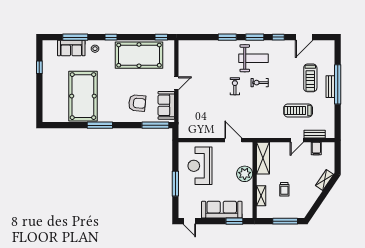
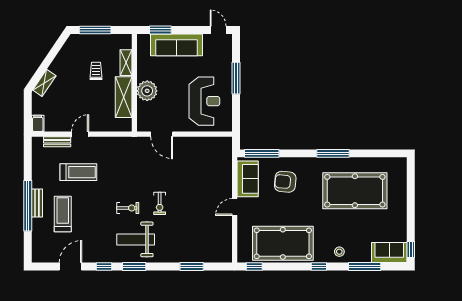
window: (227, 37) -> (192, 267), moved
sofa: (71, 48) -> (389, 252), moved
window: (39, 67) -> (411, 250), moved
pool table: (83, 96) -> (355, 191), turned 90
filing cabinet: (316, 149) -> (38, 123), moved
shelving: (263, 158) -> (124, 97), moved

